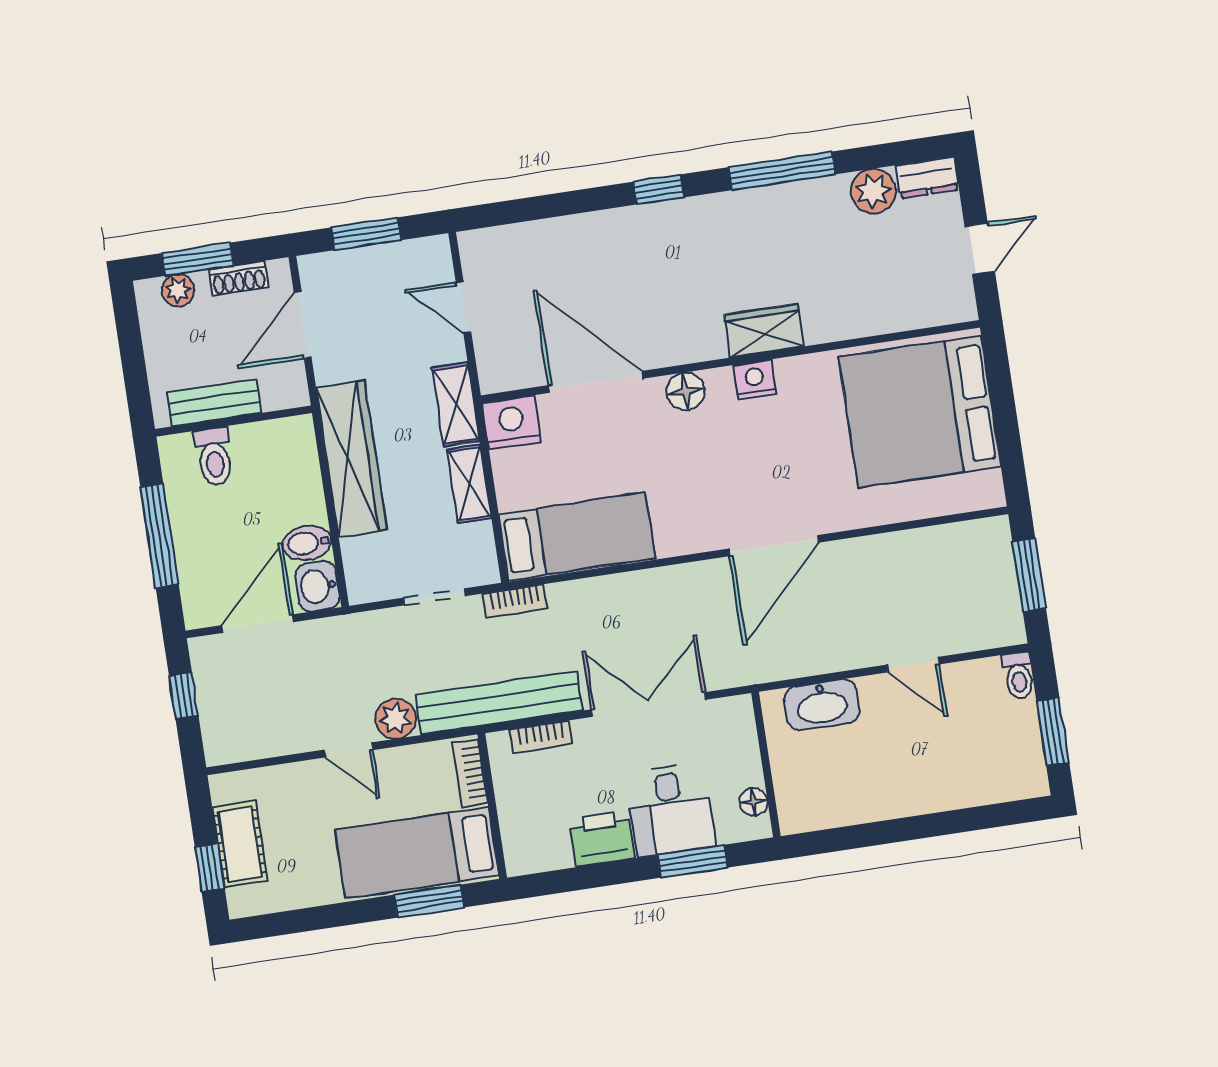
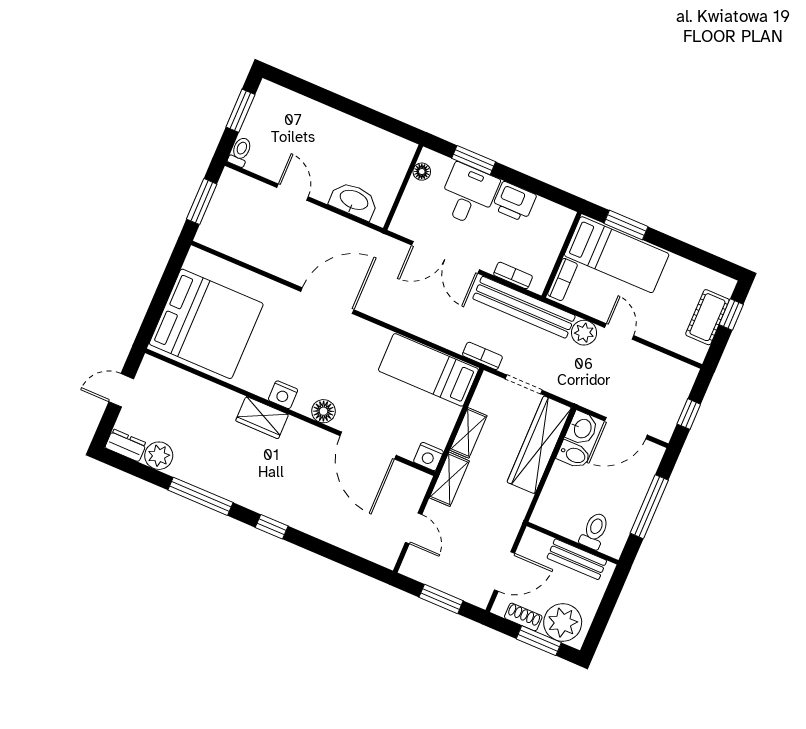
plant: (178, 290) -> (563, 622), width x1.88, depth x1.88
nightstand: (512, 423) -> (428, 457), width x0.74, depth x0.75
wardrobe: (352, 459) -> (539, 445), moved

